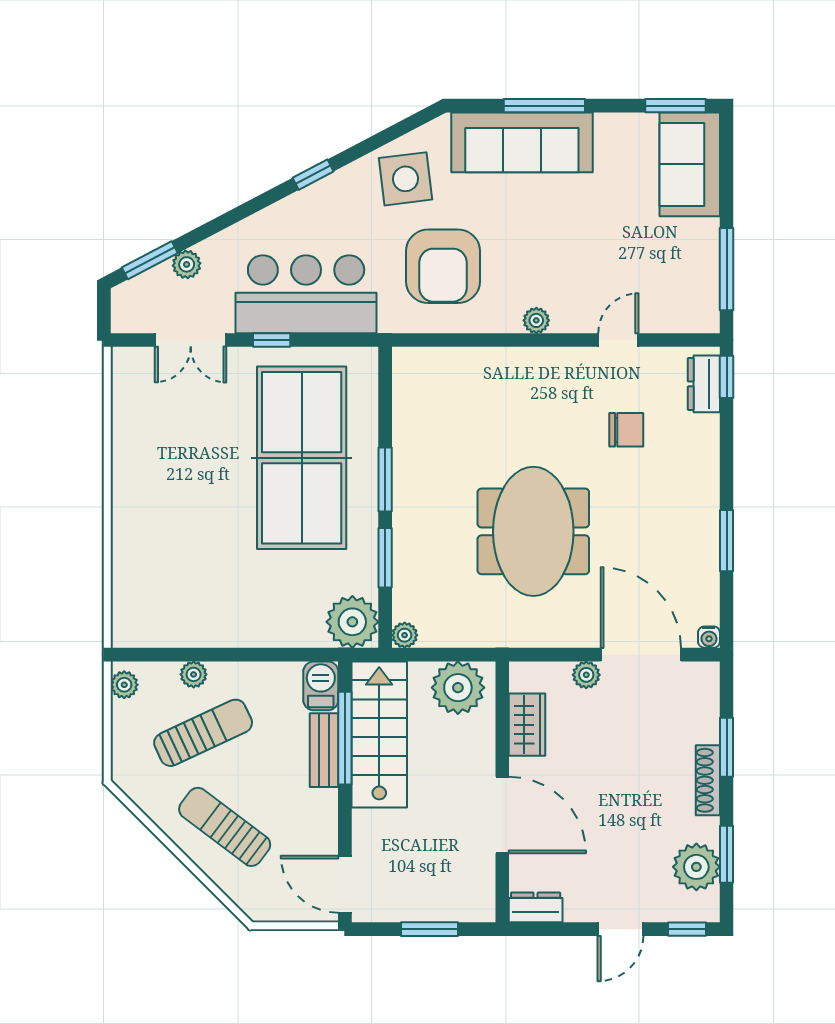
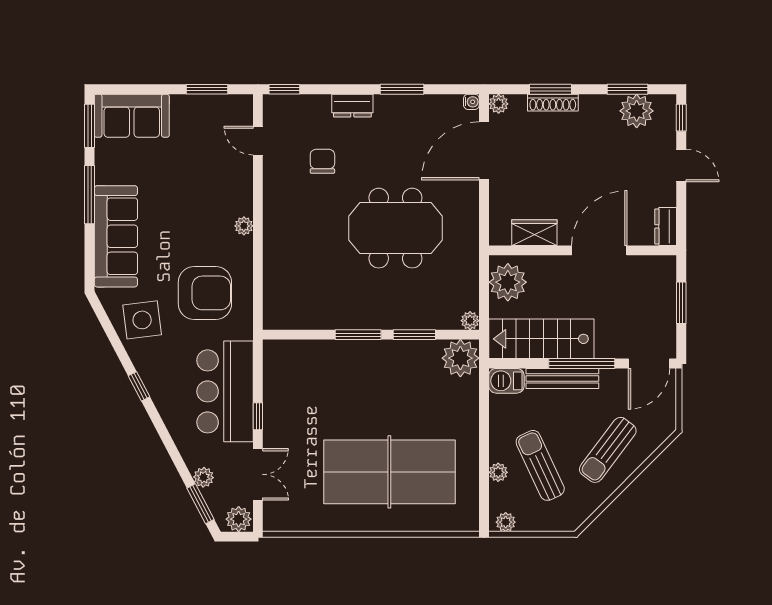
window: (544, 106) -> (89, 195), moved
window: (727, 269) -> (207, 89), width x0.69
plant: (128, 313) -> (239, 519), added
door: (618, 340) -> (258, 141), moved
dresser: (704, 384) -> (352, 106), moved
table tennis table: (302, 458) -> (389, 472), moved
plant: (586, 675) -> (499, 104), moved
window: (345, 738) -> (582, 363), moved
bench: (324, 750) -> (562, 378), width x1.36
shoe rack: (708, 780) -> (553, 103), moved

